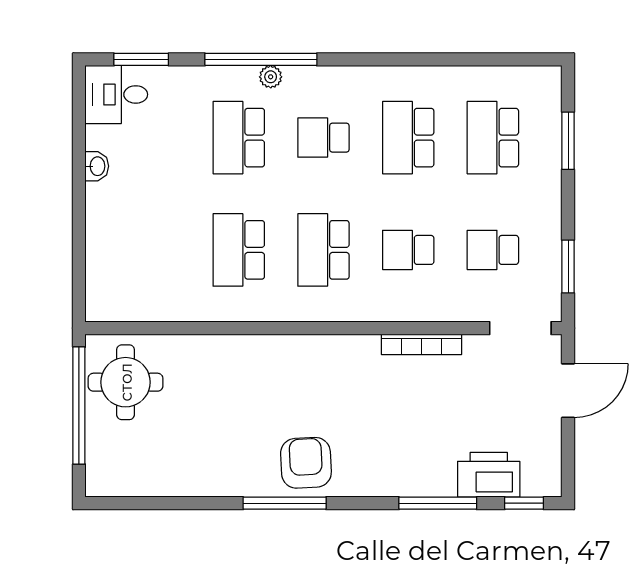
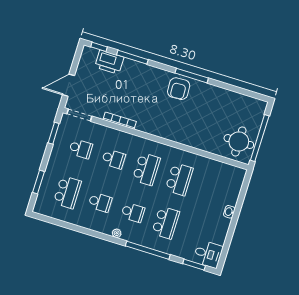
plant: (271, 77) -> (117, 233), moved
school desk: (408, 138) -> (100, 202), width x0.54
washbasin: (97, 166) -> (229, 212), moved

